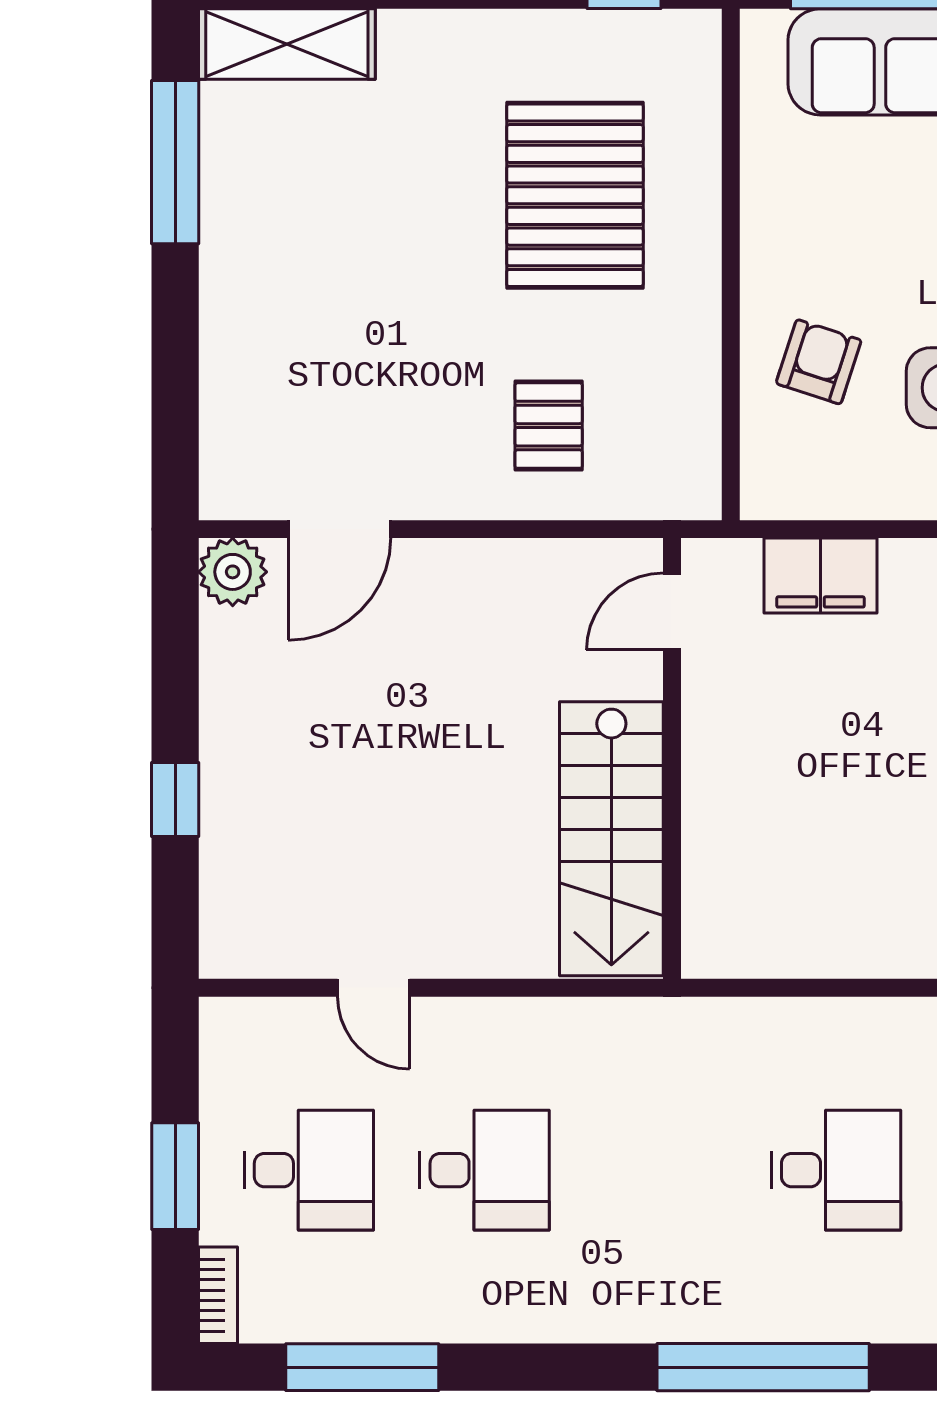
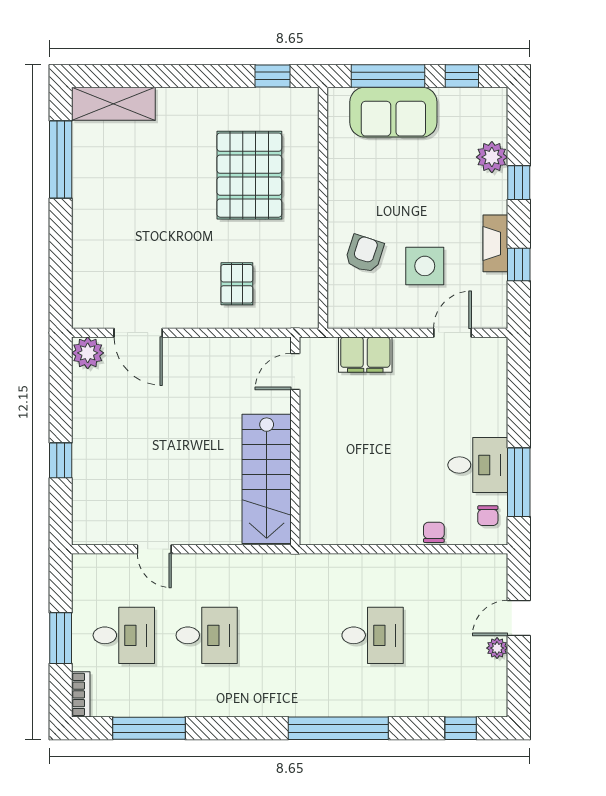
door: (339, 529) -> (138, 333), hinge flipped

